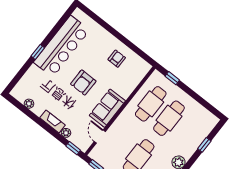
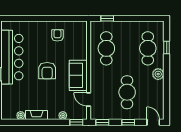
cafe table: (169, 118) -> (148, 48), moved
fireplace: (52, 121) -> (37, 115), moved

